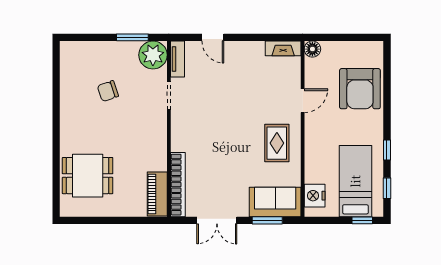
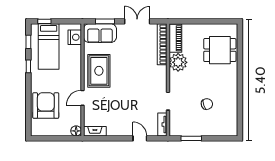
plant: (153, 55) -> (178, 62), moved
rug: (277, 143) -> (99, 71), width x1.36, depth x1.43

